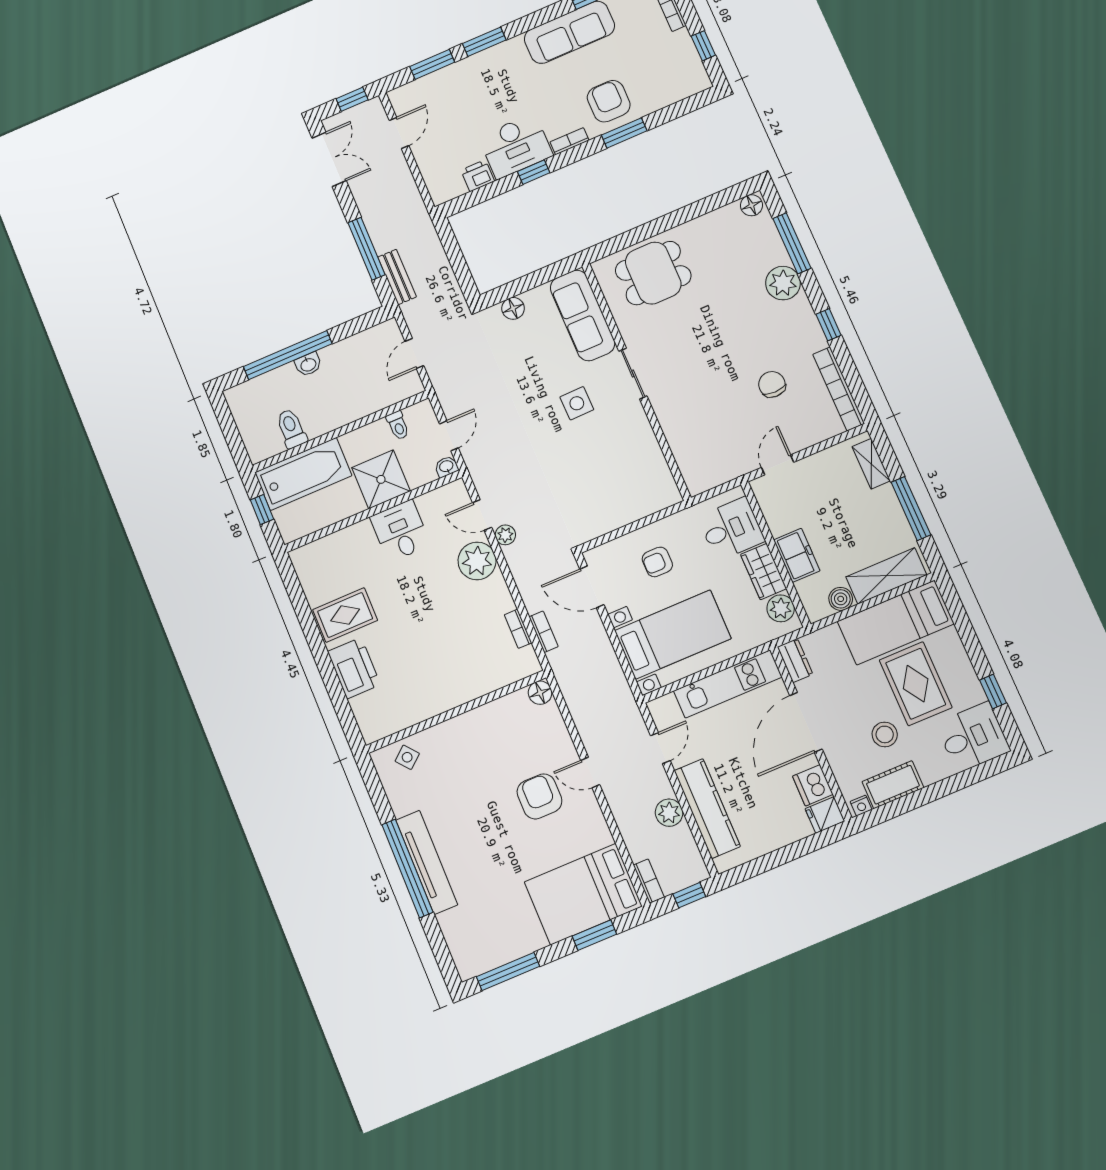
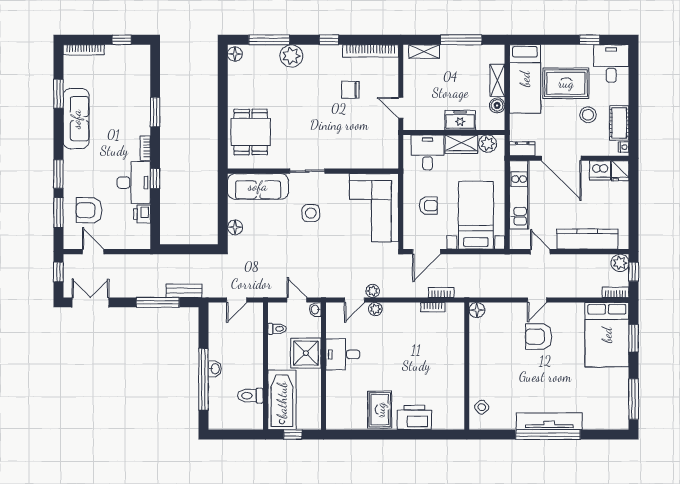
armchair: (609, 101) -> (89, 210), moved
door: (414, 353) -> (237, 300), hinge flipped
corner sofa: (622, 487) -> (374, 208), added
plant: (477, 561) -> (375, 309), width x0.53, depth x0.53
armchair: (657, 562) -> (428, 206), turned -90
shelving: (886, 576) -> (497, 80), width x0.67, depth x0.75
plant: (669, 813) -> (620, 263), moved

